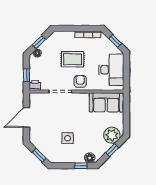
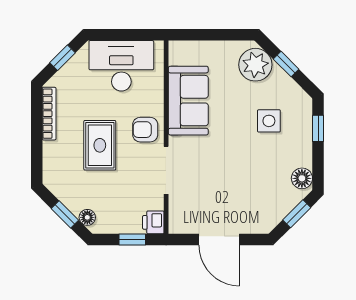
sofa: (106, 102) -> (188, 101), moved
side table: (68, 138) -> (269, 121), moved
floor lamp: (90, 158) -> (302, 178), moved

